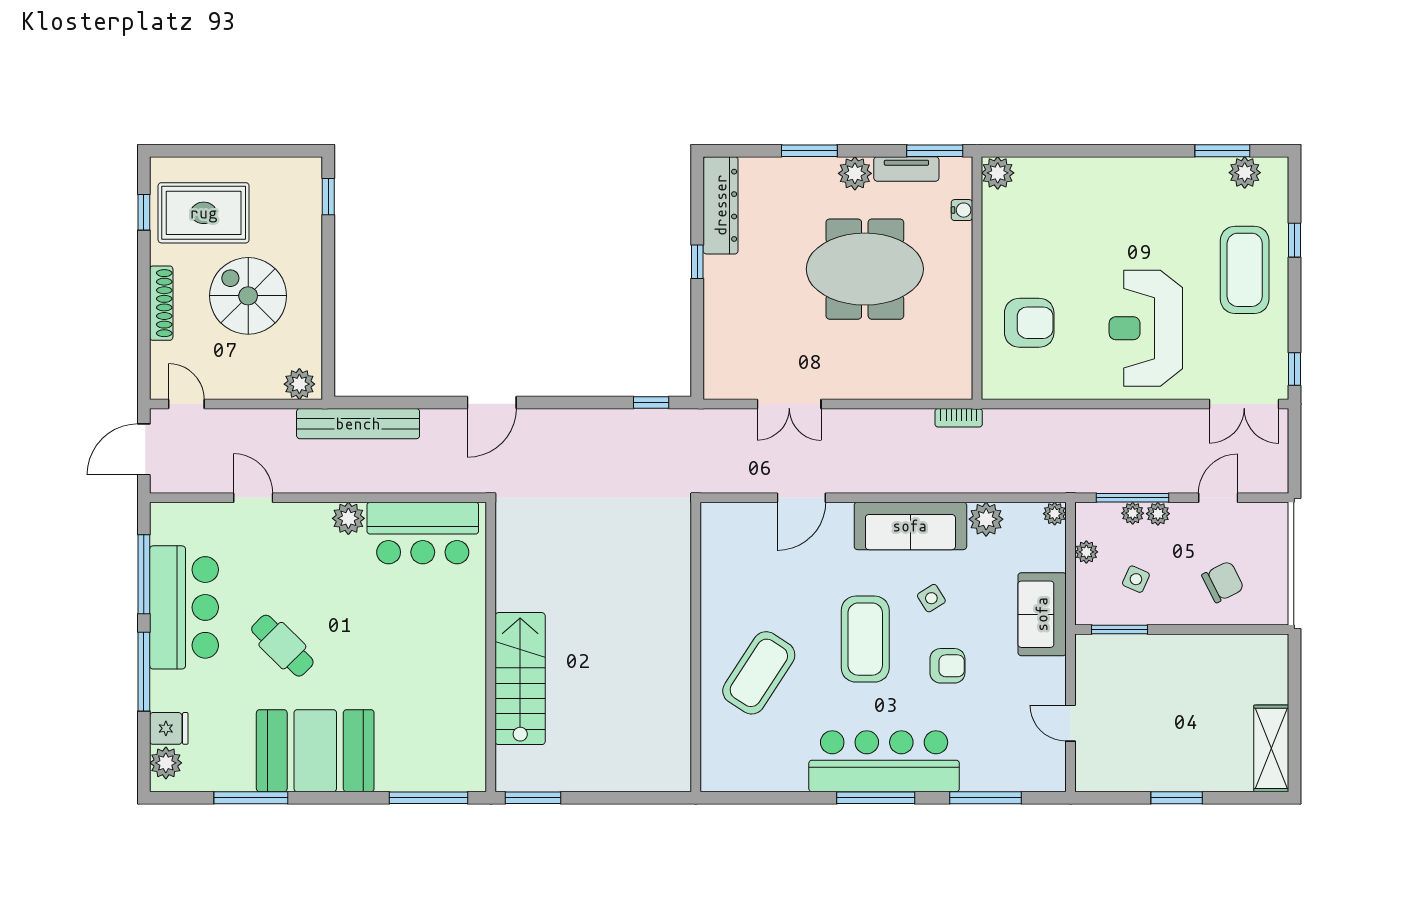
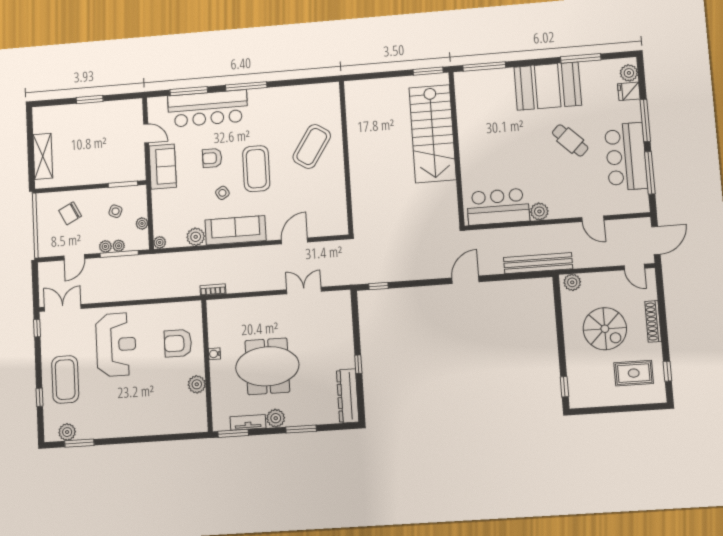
plant: (998, 173) -> (197, 384), moved
water cooler: (962, 210) -> (214, 354), moved
rug: (204, 213) -> (634, 373), width x0.73, depth x0.70
sofa: (1042, 614) -> (163, 167), moved
stairs: (520, 679) -> (433, 134), width x1.36, depth x1.51
shelving: (1271, 748) -> (43, 156), moved
bar counter: (884, 761) -> (208, 109), moved

